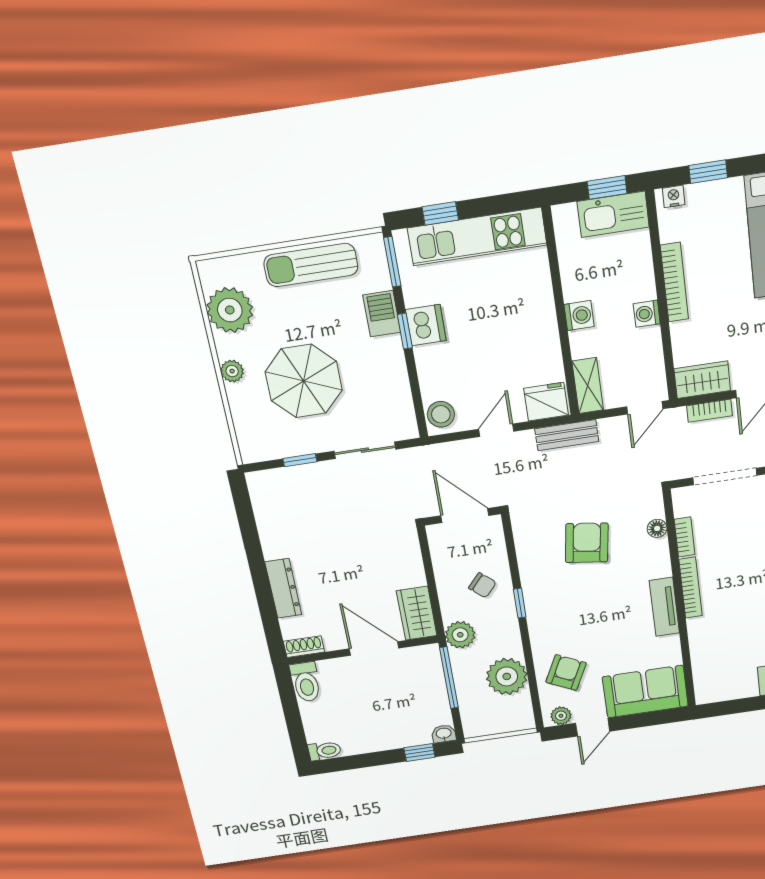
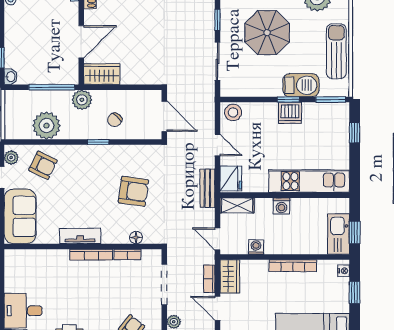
kitchen unit: (477, 236) -> (309, 181), moved, turned 90
barbecue: (382, 314) -> (301, 85), width x1.38, depth x1.27
washing machine: (647, 314) -> (256, 247), moved
door: (465, 516) -> (164, 116), hinge flipped

